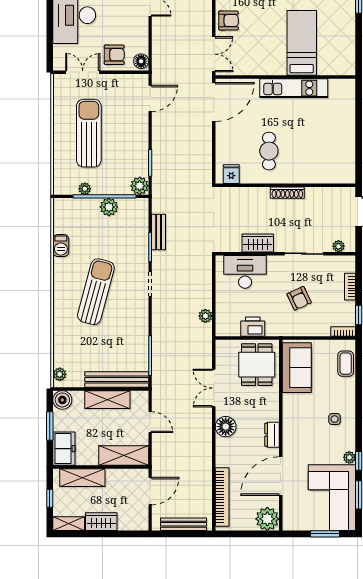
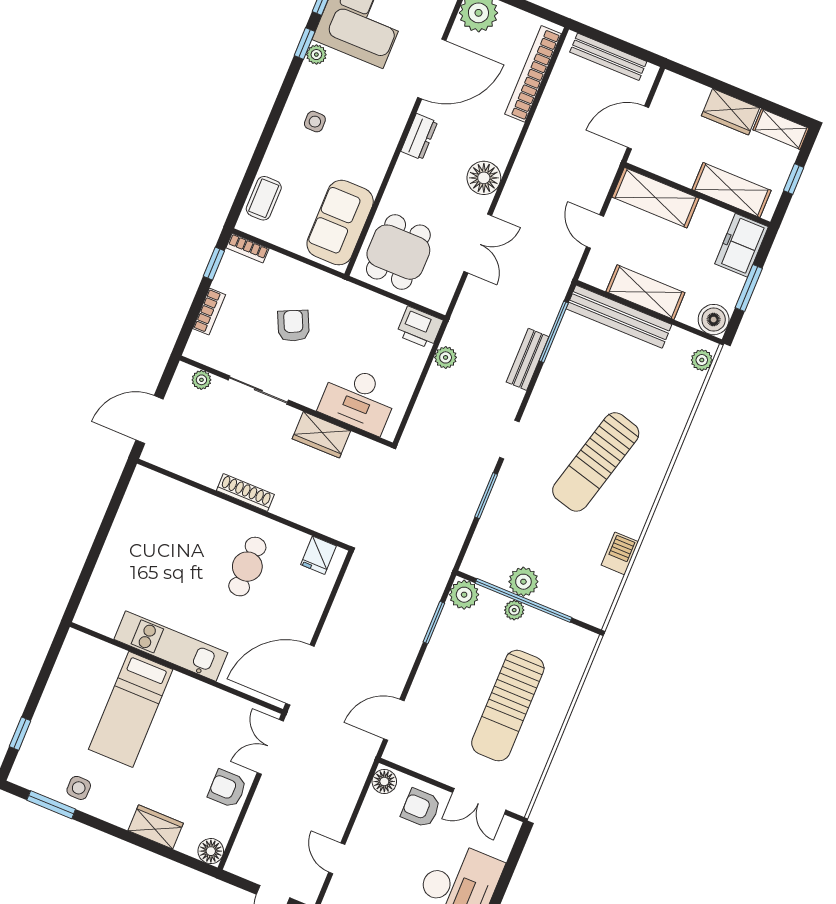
plant: (85, 189) -> (514, 610), moved
bench: (159, 232) -> (528, 359), moved
printer: (253, 327) -> (419, 328), moved

